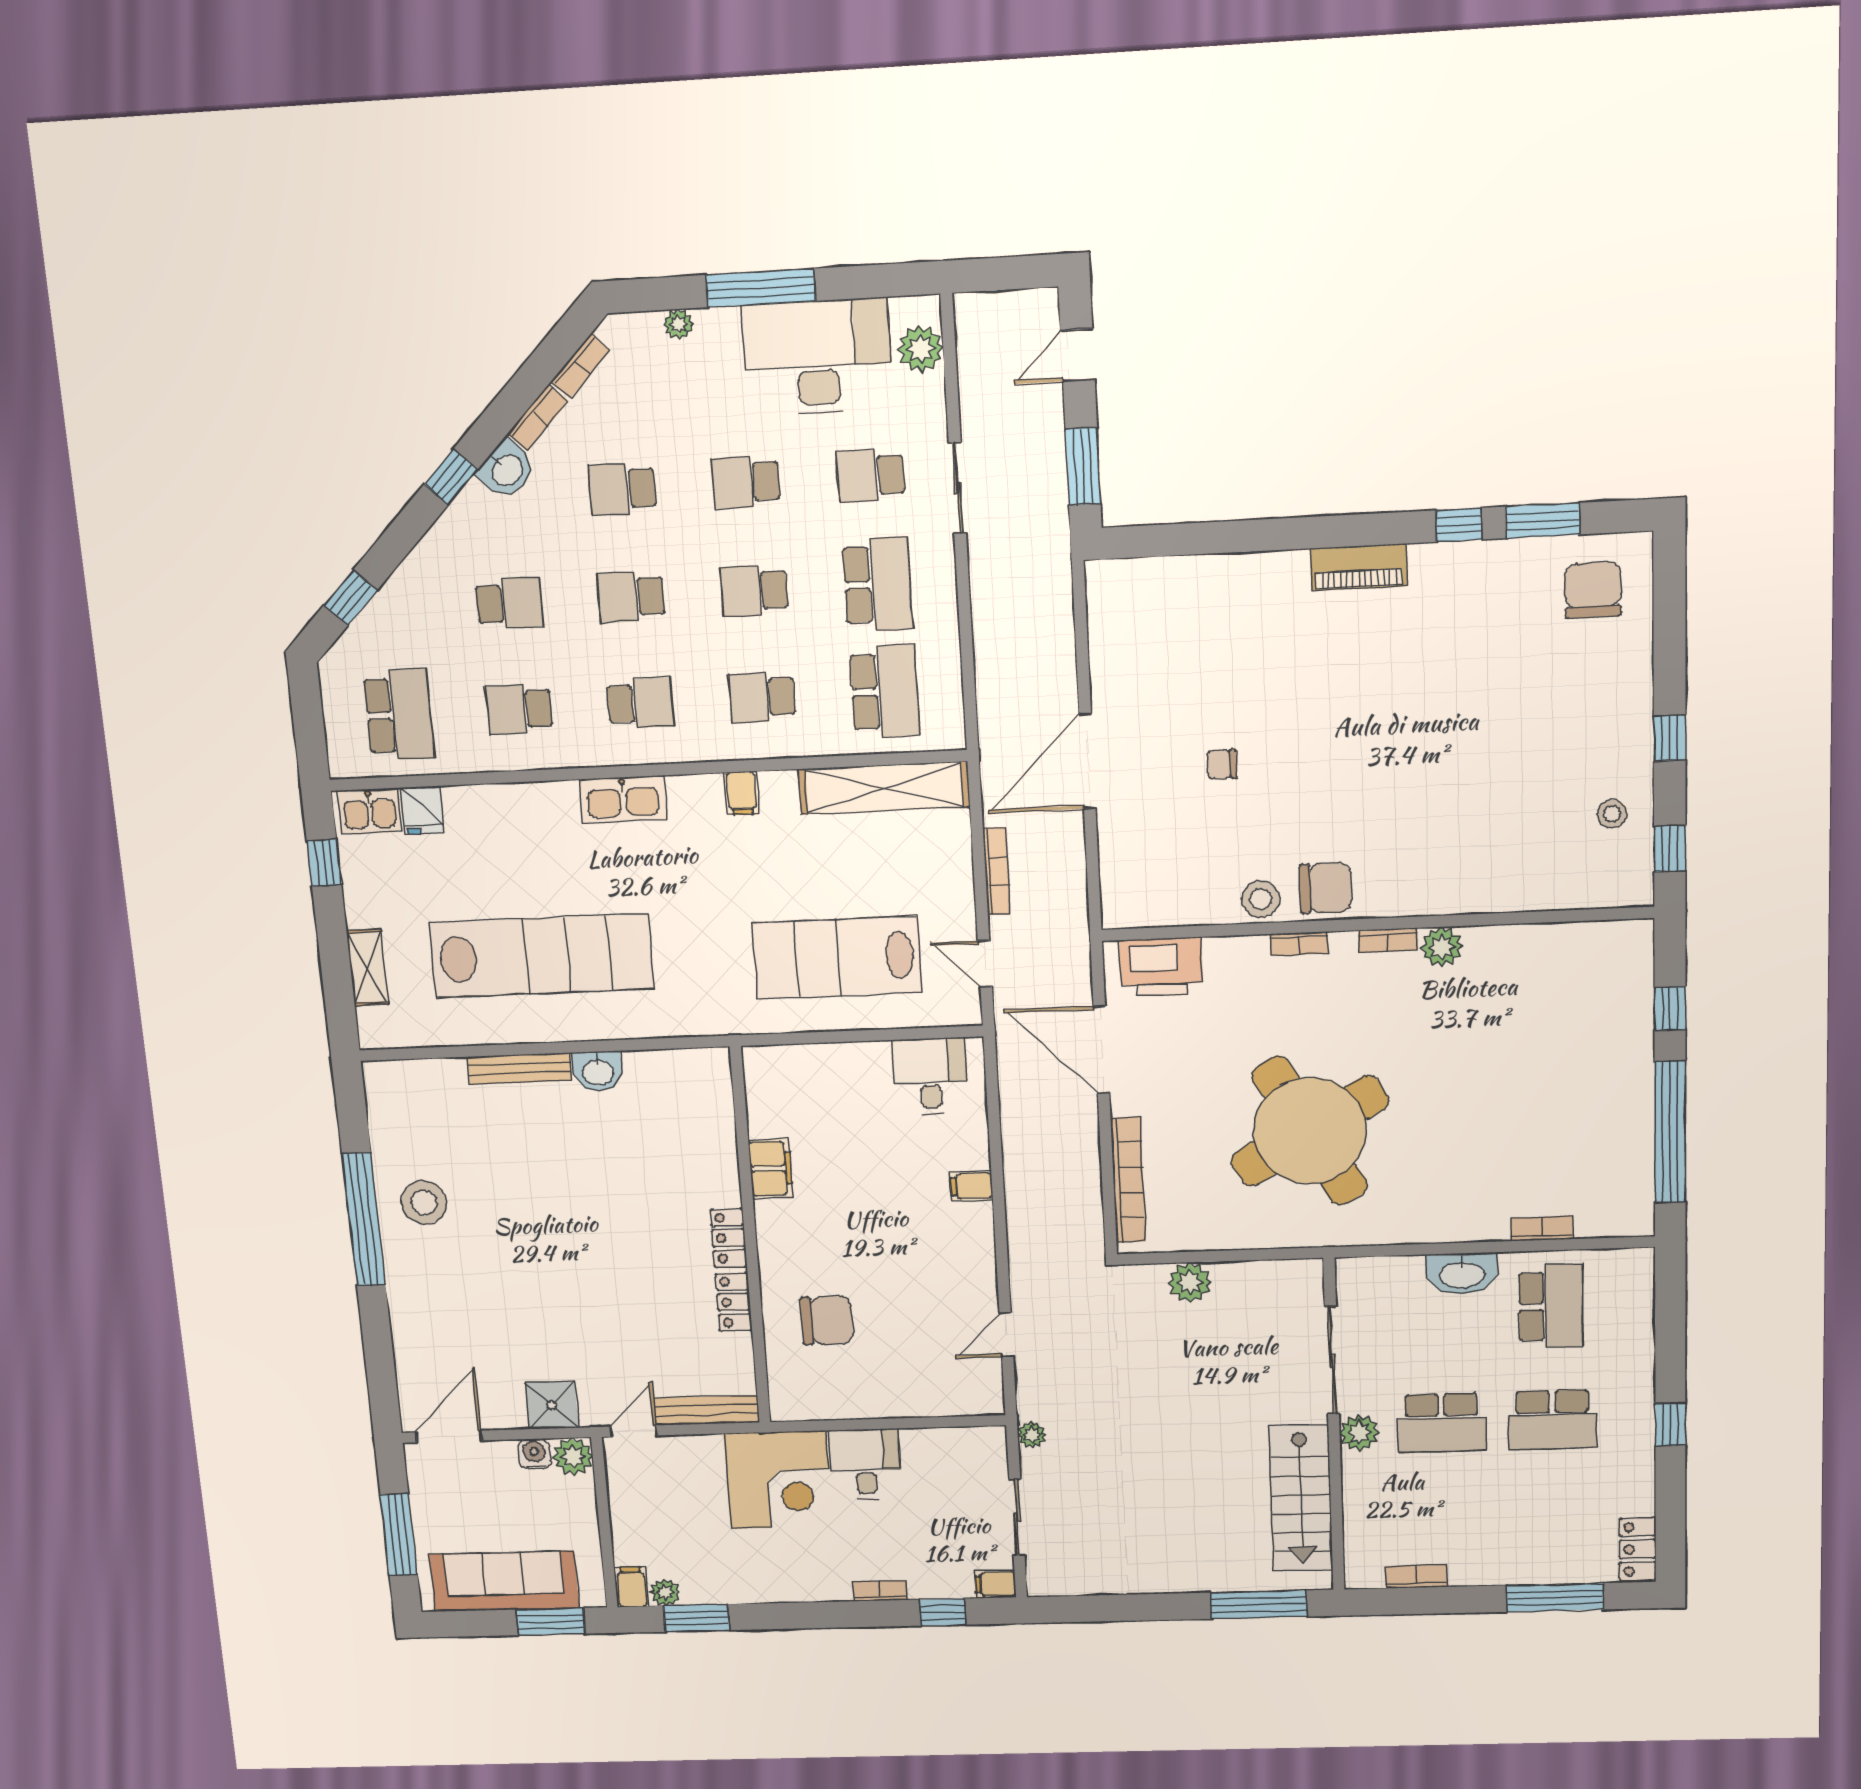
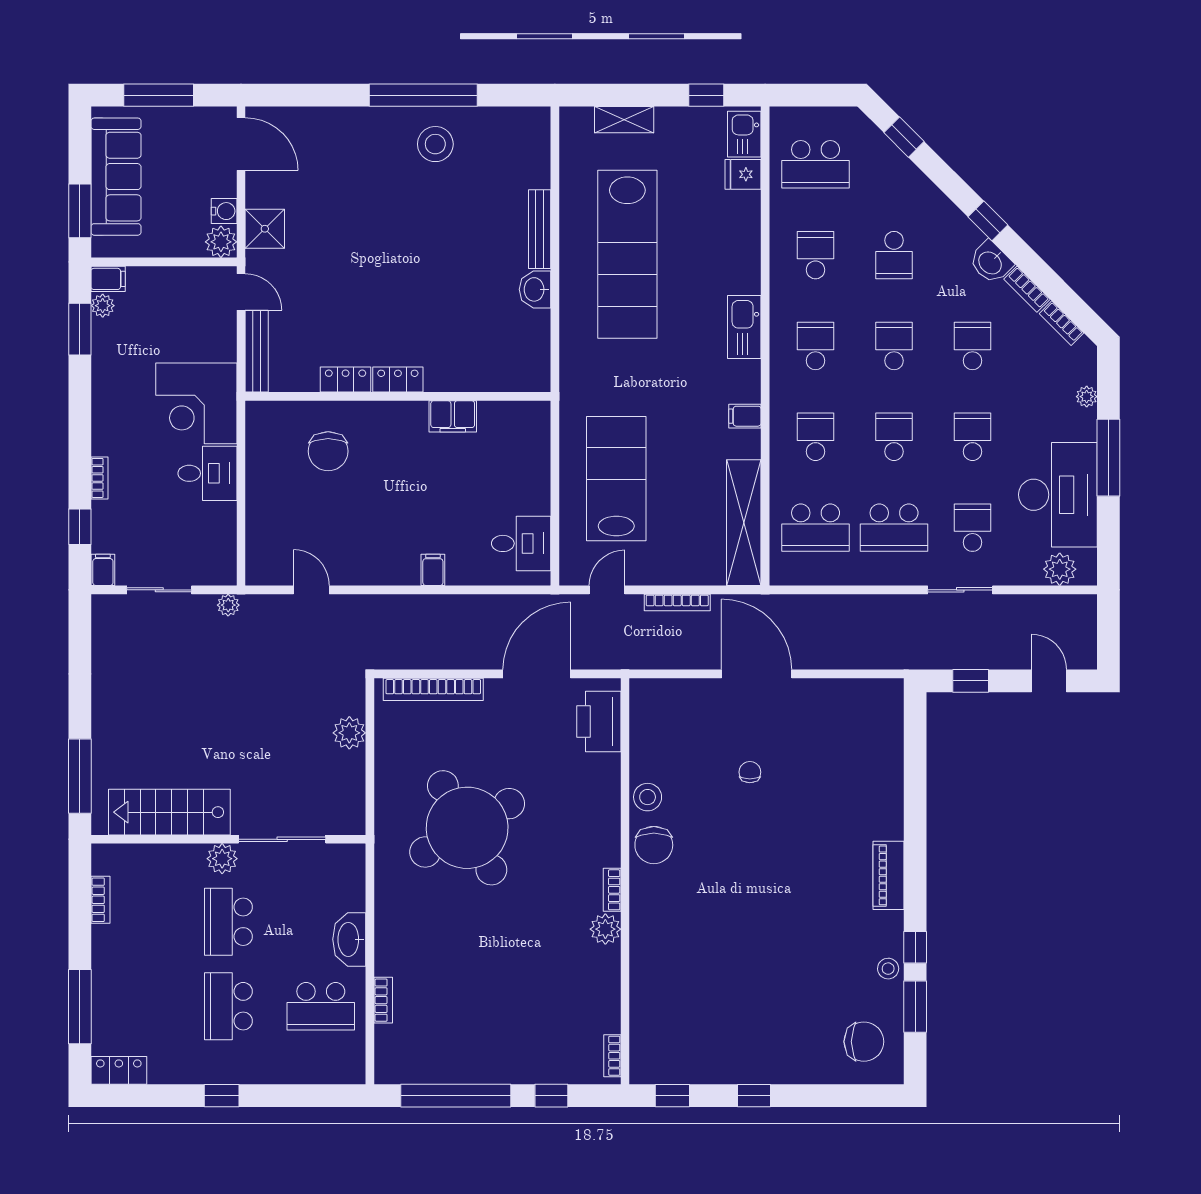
window: (1083, 467) -> (971, 681), width x0.67
school desk: (640, 703) -> (816, 346), turned 180
stool: (1612, 814) -> (888, 969), moved
bookcase: (1299, 944) -> (612, 1056), moved

